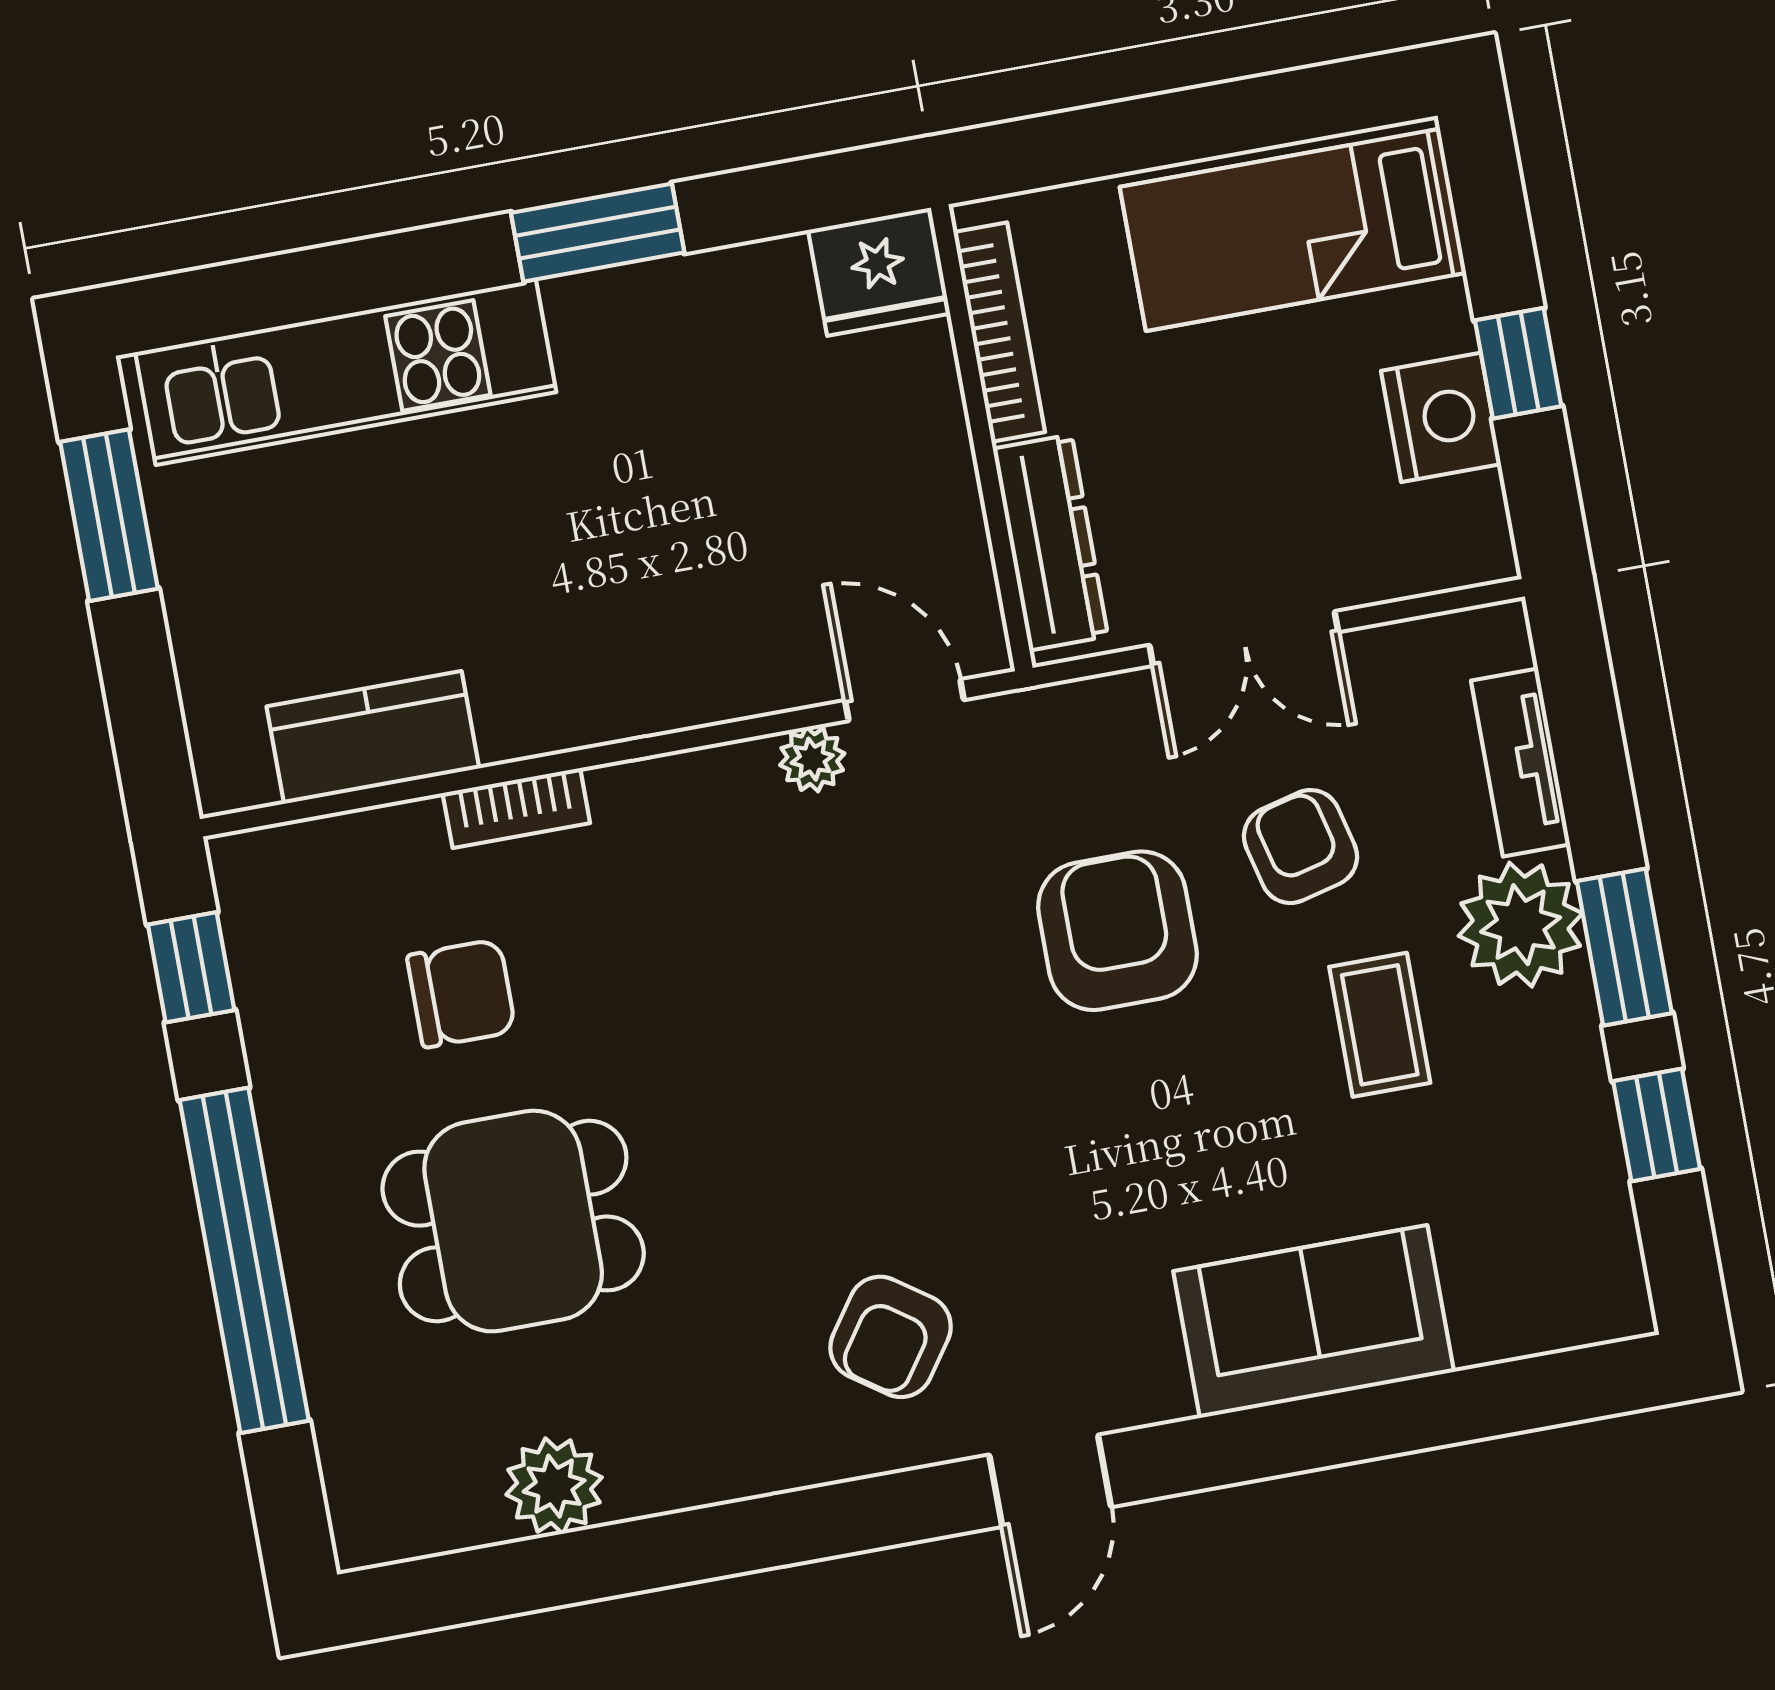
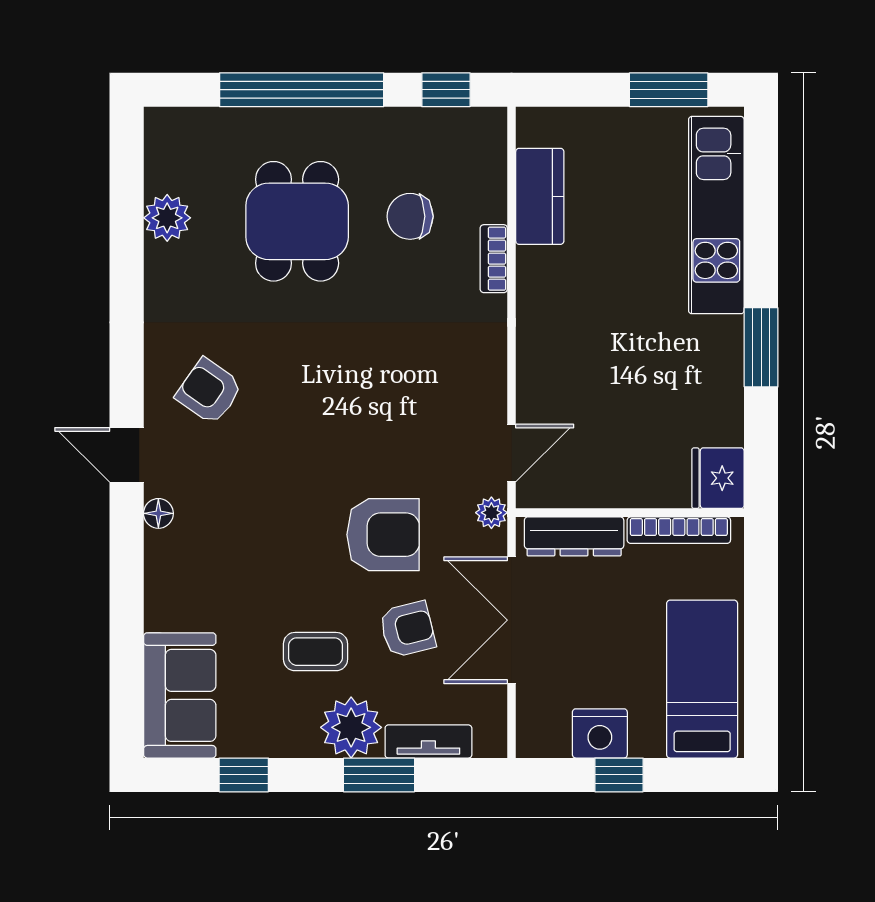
double door: (1244, 638) -> (512, 620), width x1.37
plant: (812, 759) -> (491, 513), moved
window: (1624, 947) -> (379, 775), moved
chair: (461, 993) -> (410, 216), turned 90
sofa: (1314, 1322) -> (180, 695), moved
floor lamp: (1157, 1395) -> (158, 513), added

